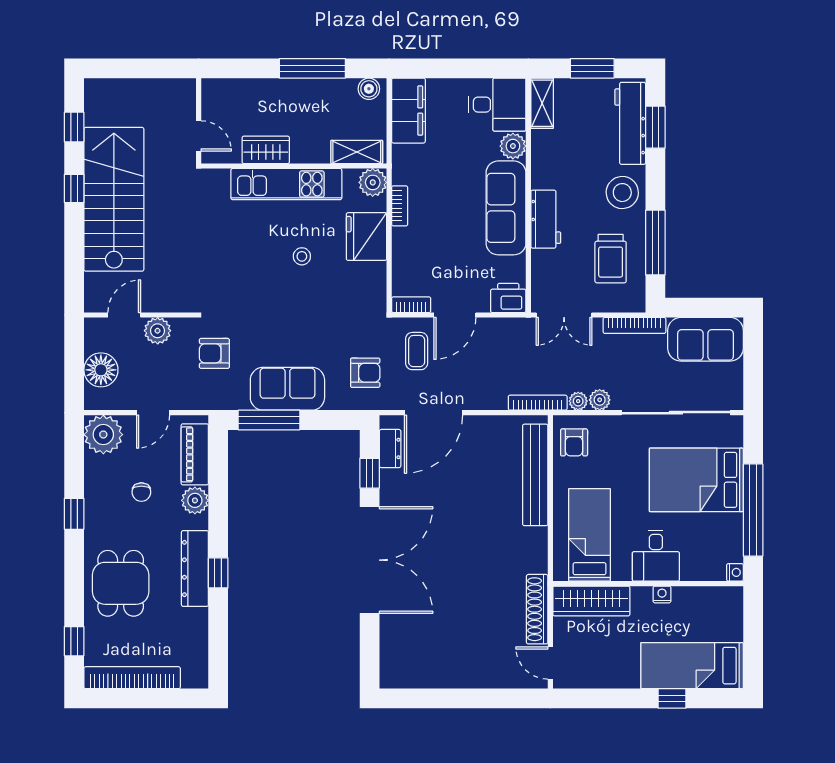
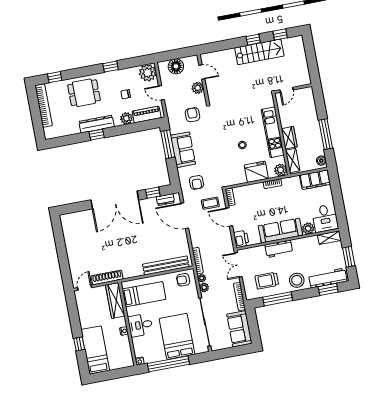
wardrobe: (266, 150) -> (289, 138), moved
stairs: (114, 199) -> (259, 52), width x0.73, depth x0.66

